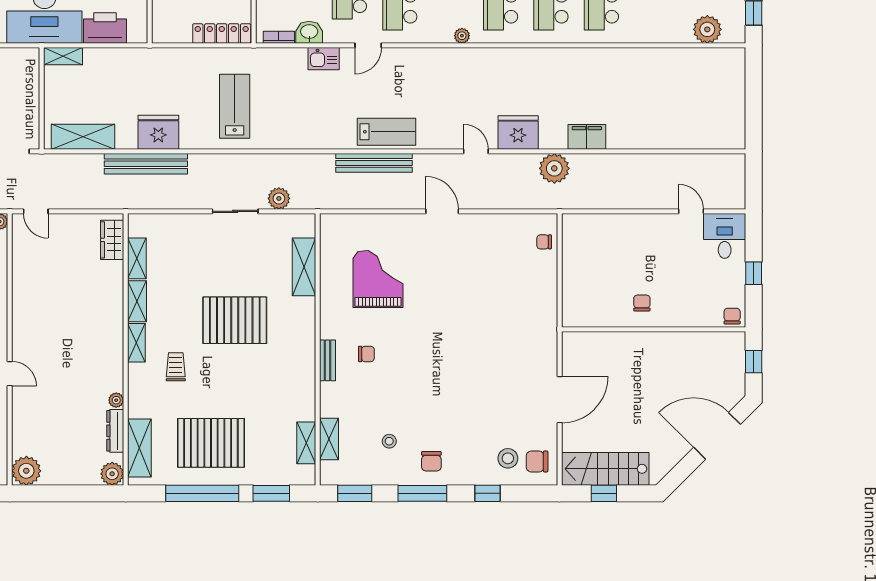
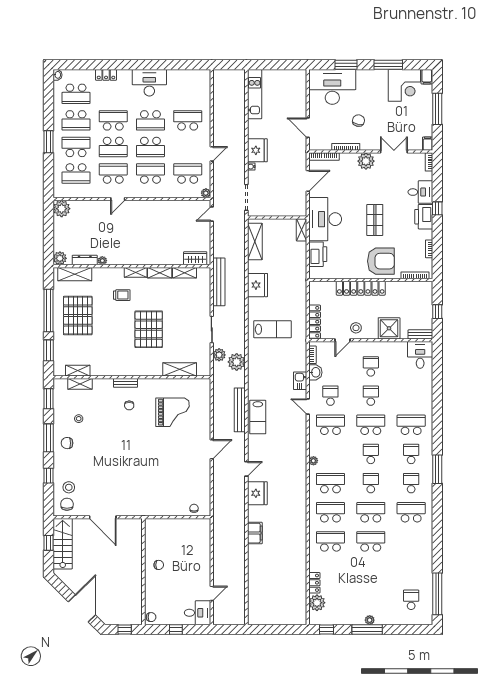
locker: (673, 34) -> (314, 583), added
bench: (146, 164) -> (219, 282), moved
plant: (554, 168) -> (237, 362), moved

